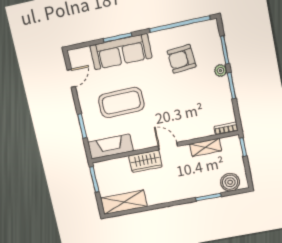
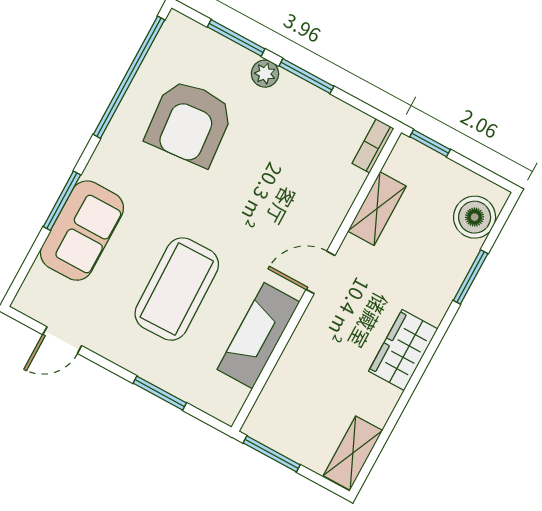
sofa: (121, 52) -> (82, 231), width x0.73
armchair: (182, 59) -> (190, 123), width x1.36, depth x1.36
door: (71, 78) -> (62, 340), swing flipped
fireplace: (110, 147) -> (258, 336), moved
wardrobe: (145, 161) -> (403, 350), moved, turned 180
shelving: (124, 202) -> (353, 453), width x0.67, depth x0.75

